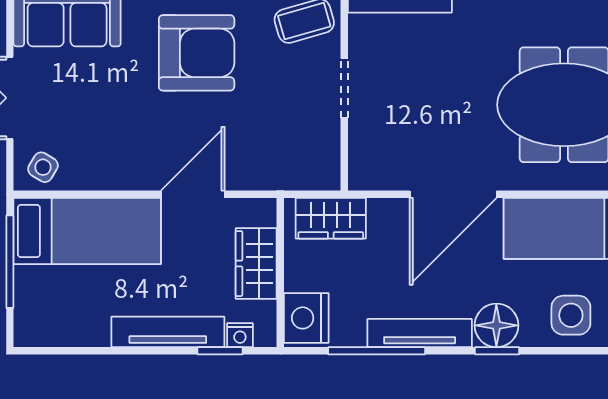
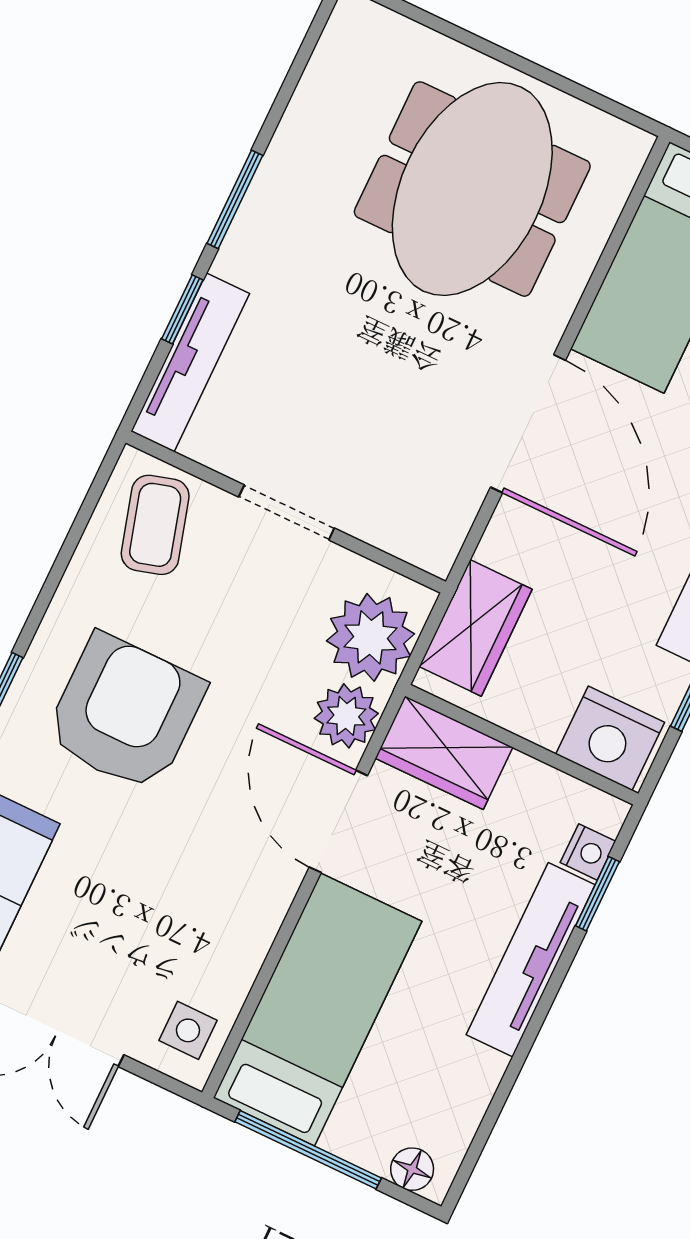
plant: (299, 165) -> (371, 637), added
side table: (43, 167) -> (188, 1030), turned -31
plant: (251, 172) -> (346, 716), added
wardrobe: (256, 264) -> (444, 753), moved
floor lamp: (26, 322) -> (412, 1169), added

